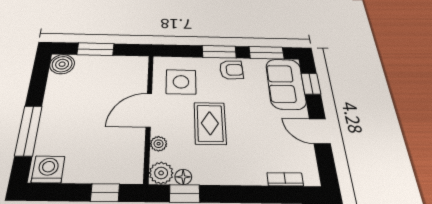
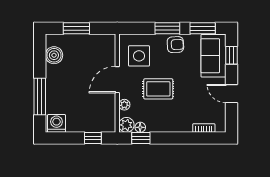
boiler: (62, 64) -> (54, 55), moved
rug: (210, 123) -> (158, 89), turned 90

